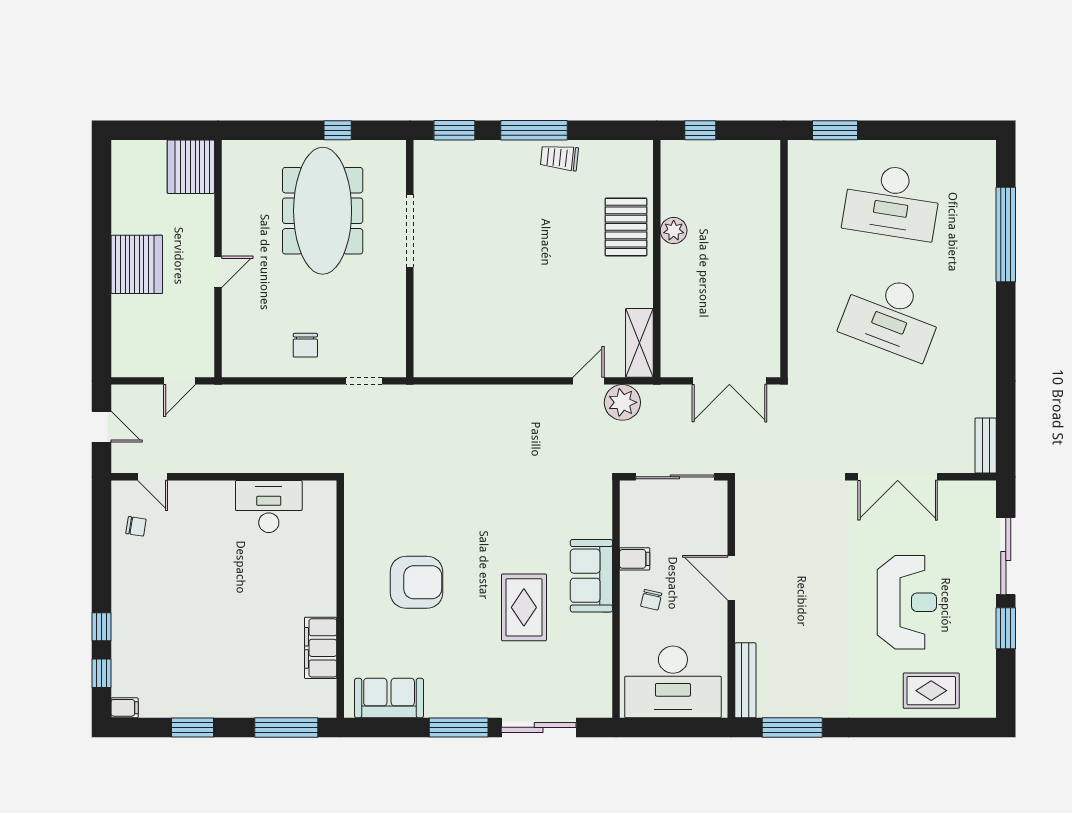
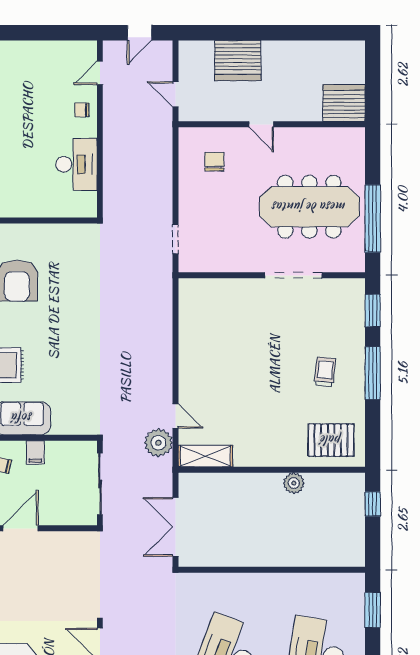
window: (338, 130) -> (373, 219), width x3.17
trolley: (559, 158) -> (325, 372), moved
pallet: (626, 227) -> (331, 440), moved
server rack: (137, 264) -> (238, 60), moved
chair: (305, 345) -> (214, 161), moved, turned 90
chair: (136, 526) -> (82, 110), moved, turned 81

